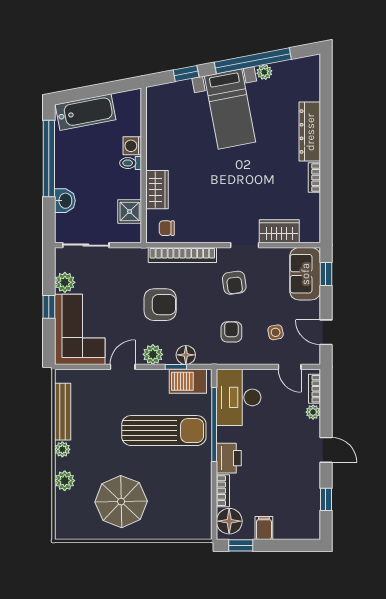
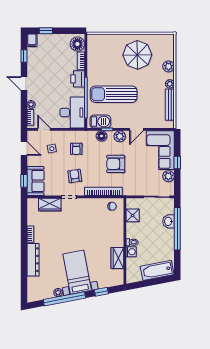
window: (49, 158) -> (177, 229), moved
wardrobe: (157, 190) -> (117, 258), moved
filing cabinet: (264, 528) -> (32, 40), moved
window: (241, 545) -> (46, 31), moved

